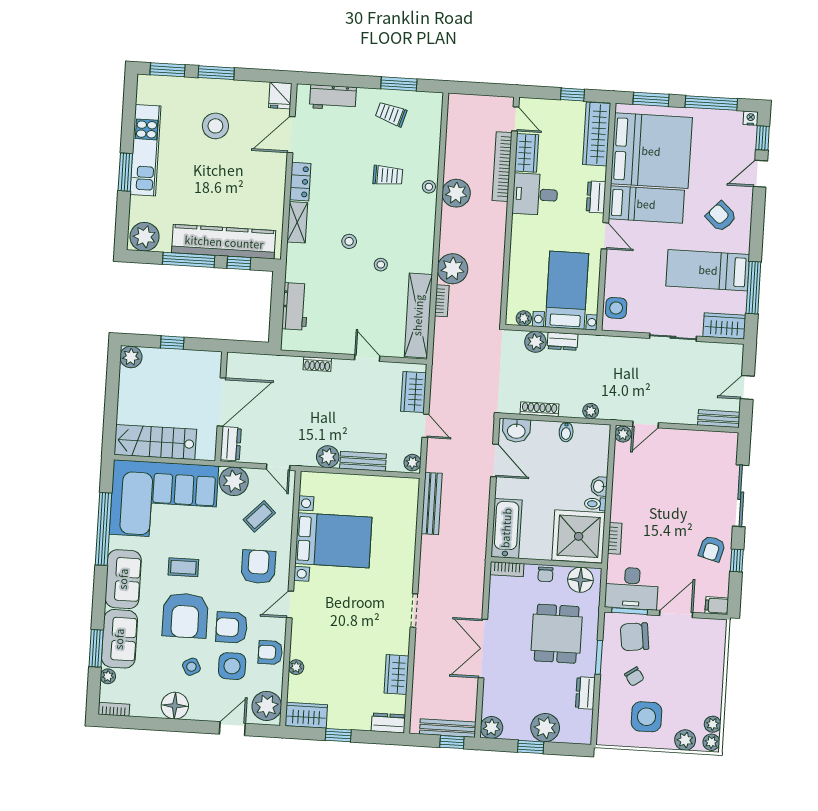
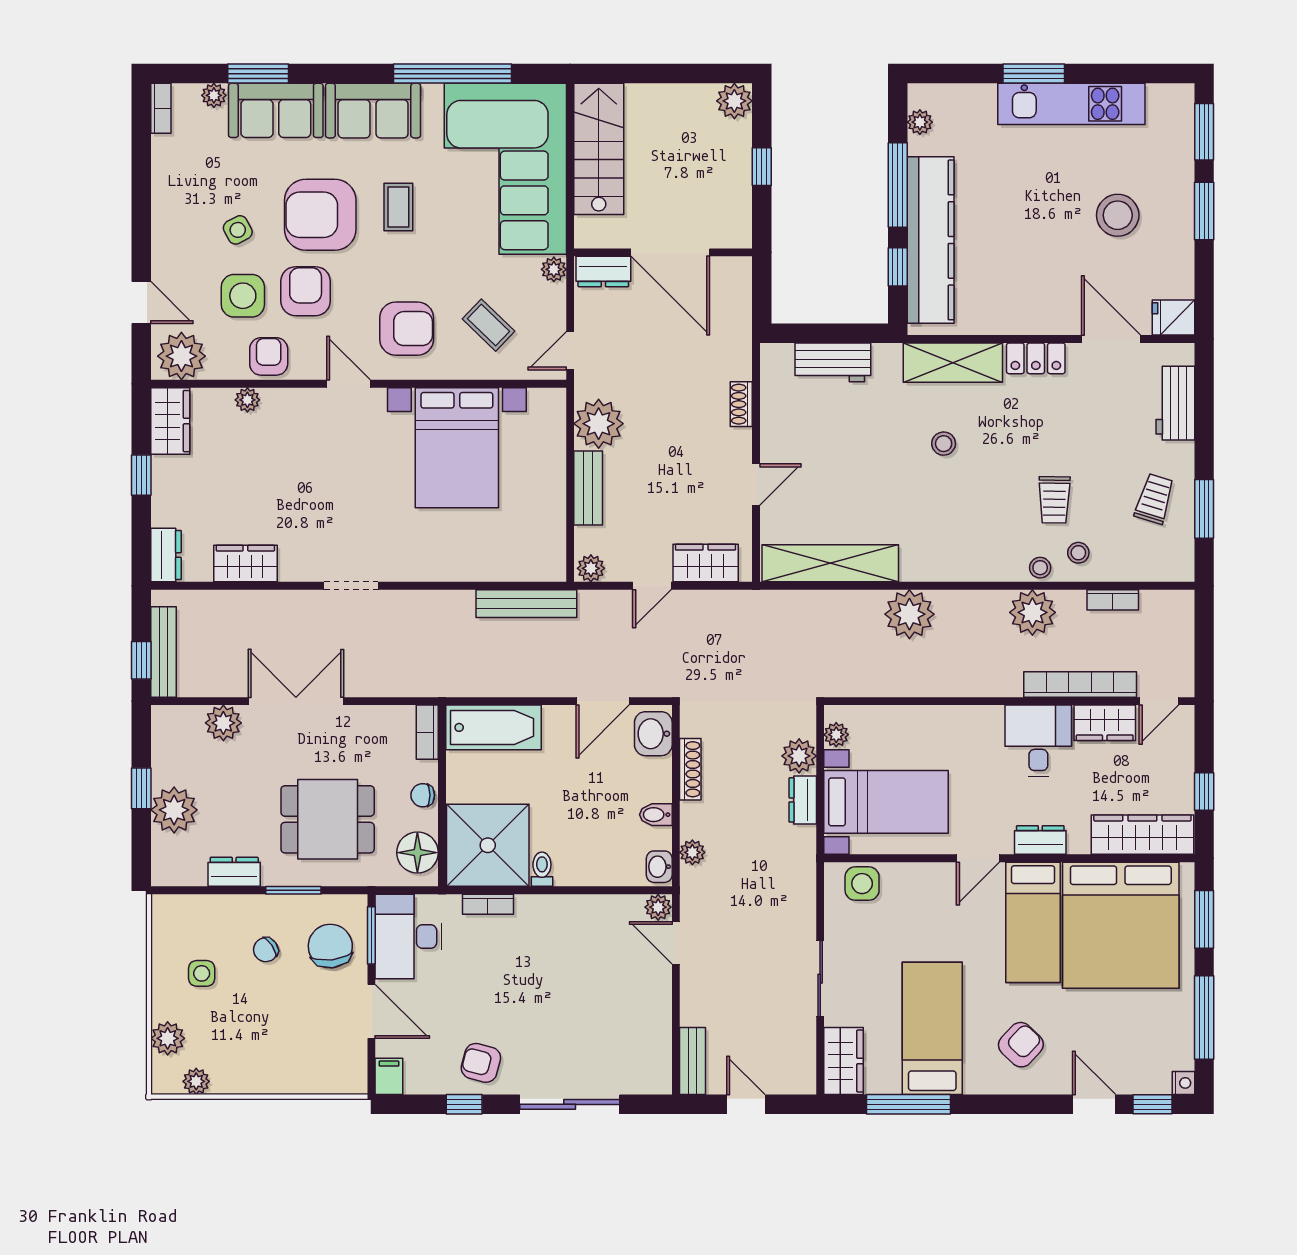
shelving: (297, 222) -> (953, 363), width x1.50, depth x1.33
plant: (145, 237) -> (920, 122), width x0.53, depth x0.53
stool: (381, 265) -> (1078, 553), moved
bookcase: (442, 301) -> (1113, 600), moved
plant: (328, 457) -> (599, 424), width x1.36, depth x1.36
plant: (234, 481) -> (554, 269), width x0.53, depth x0.53
washbasin: (599, 486) -> (659, 867), moved, turned -90
floor lamp: (175, 706) -> (173, 207), removed
side table: (647, 717) -> (202, 973), width x0.54, depth x0.54
plant: (492, 727) -> (223, 723), moved
plant: (711, 742) -> (167, 1081), removed

